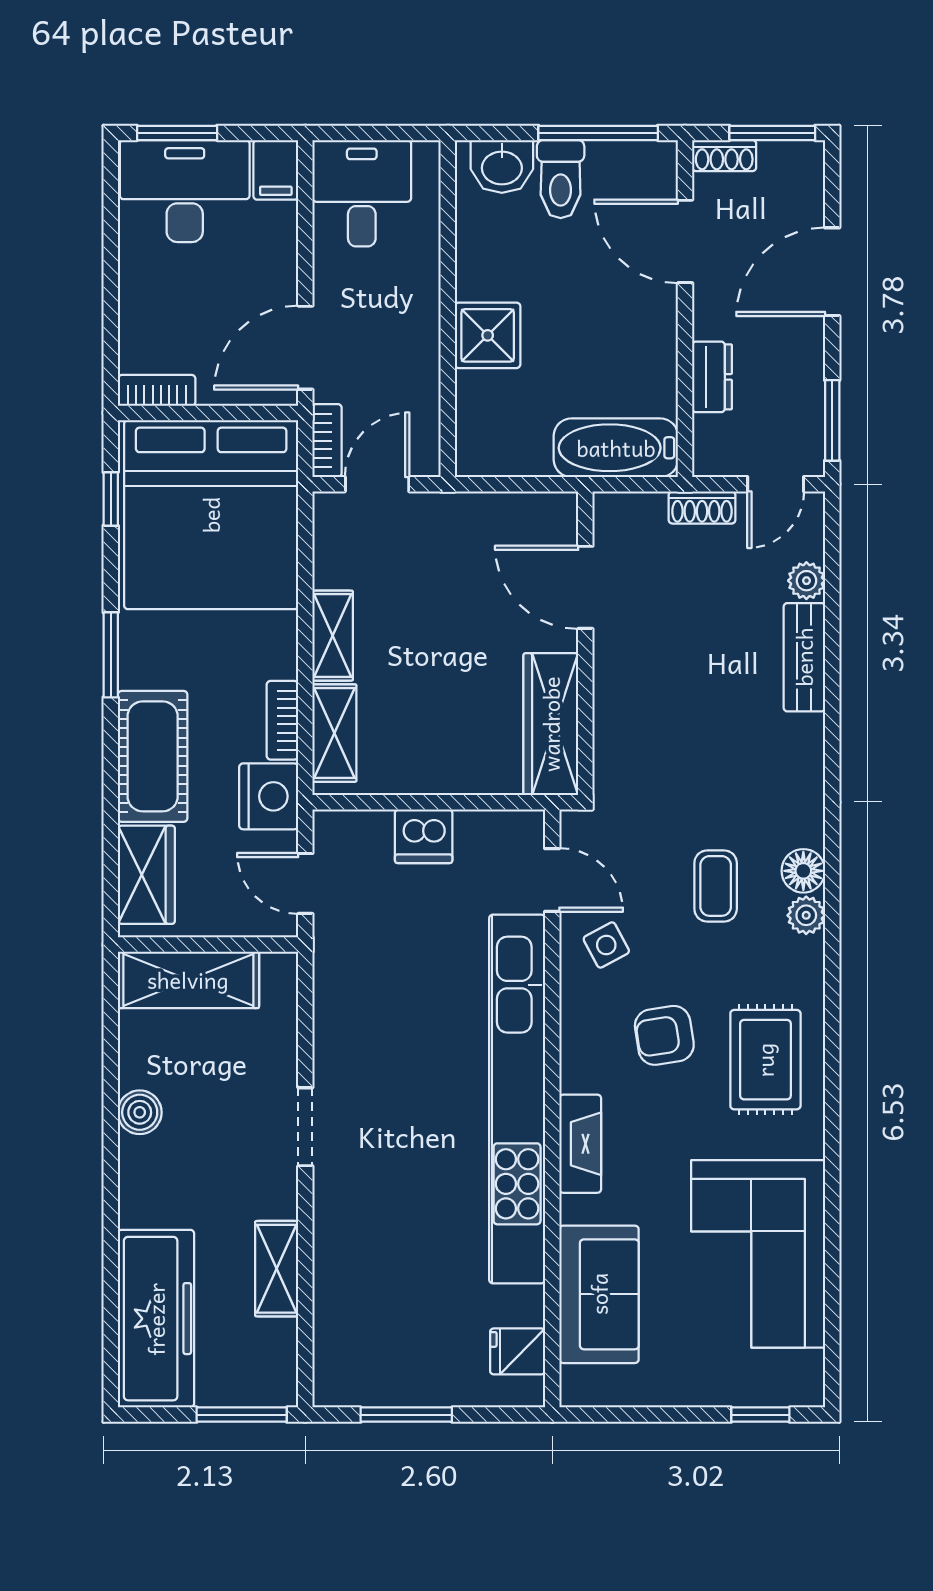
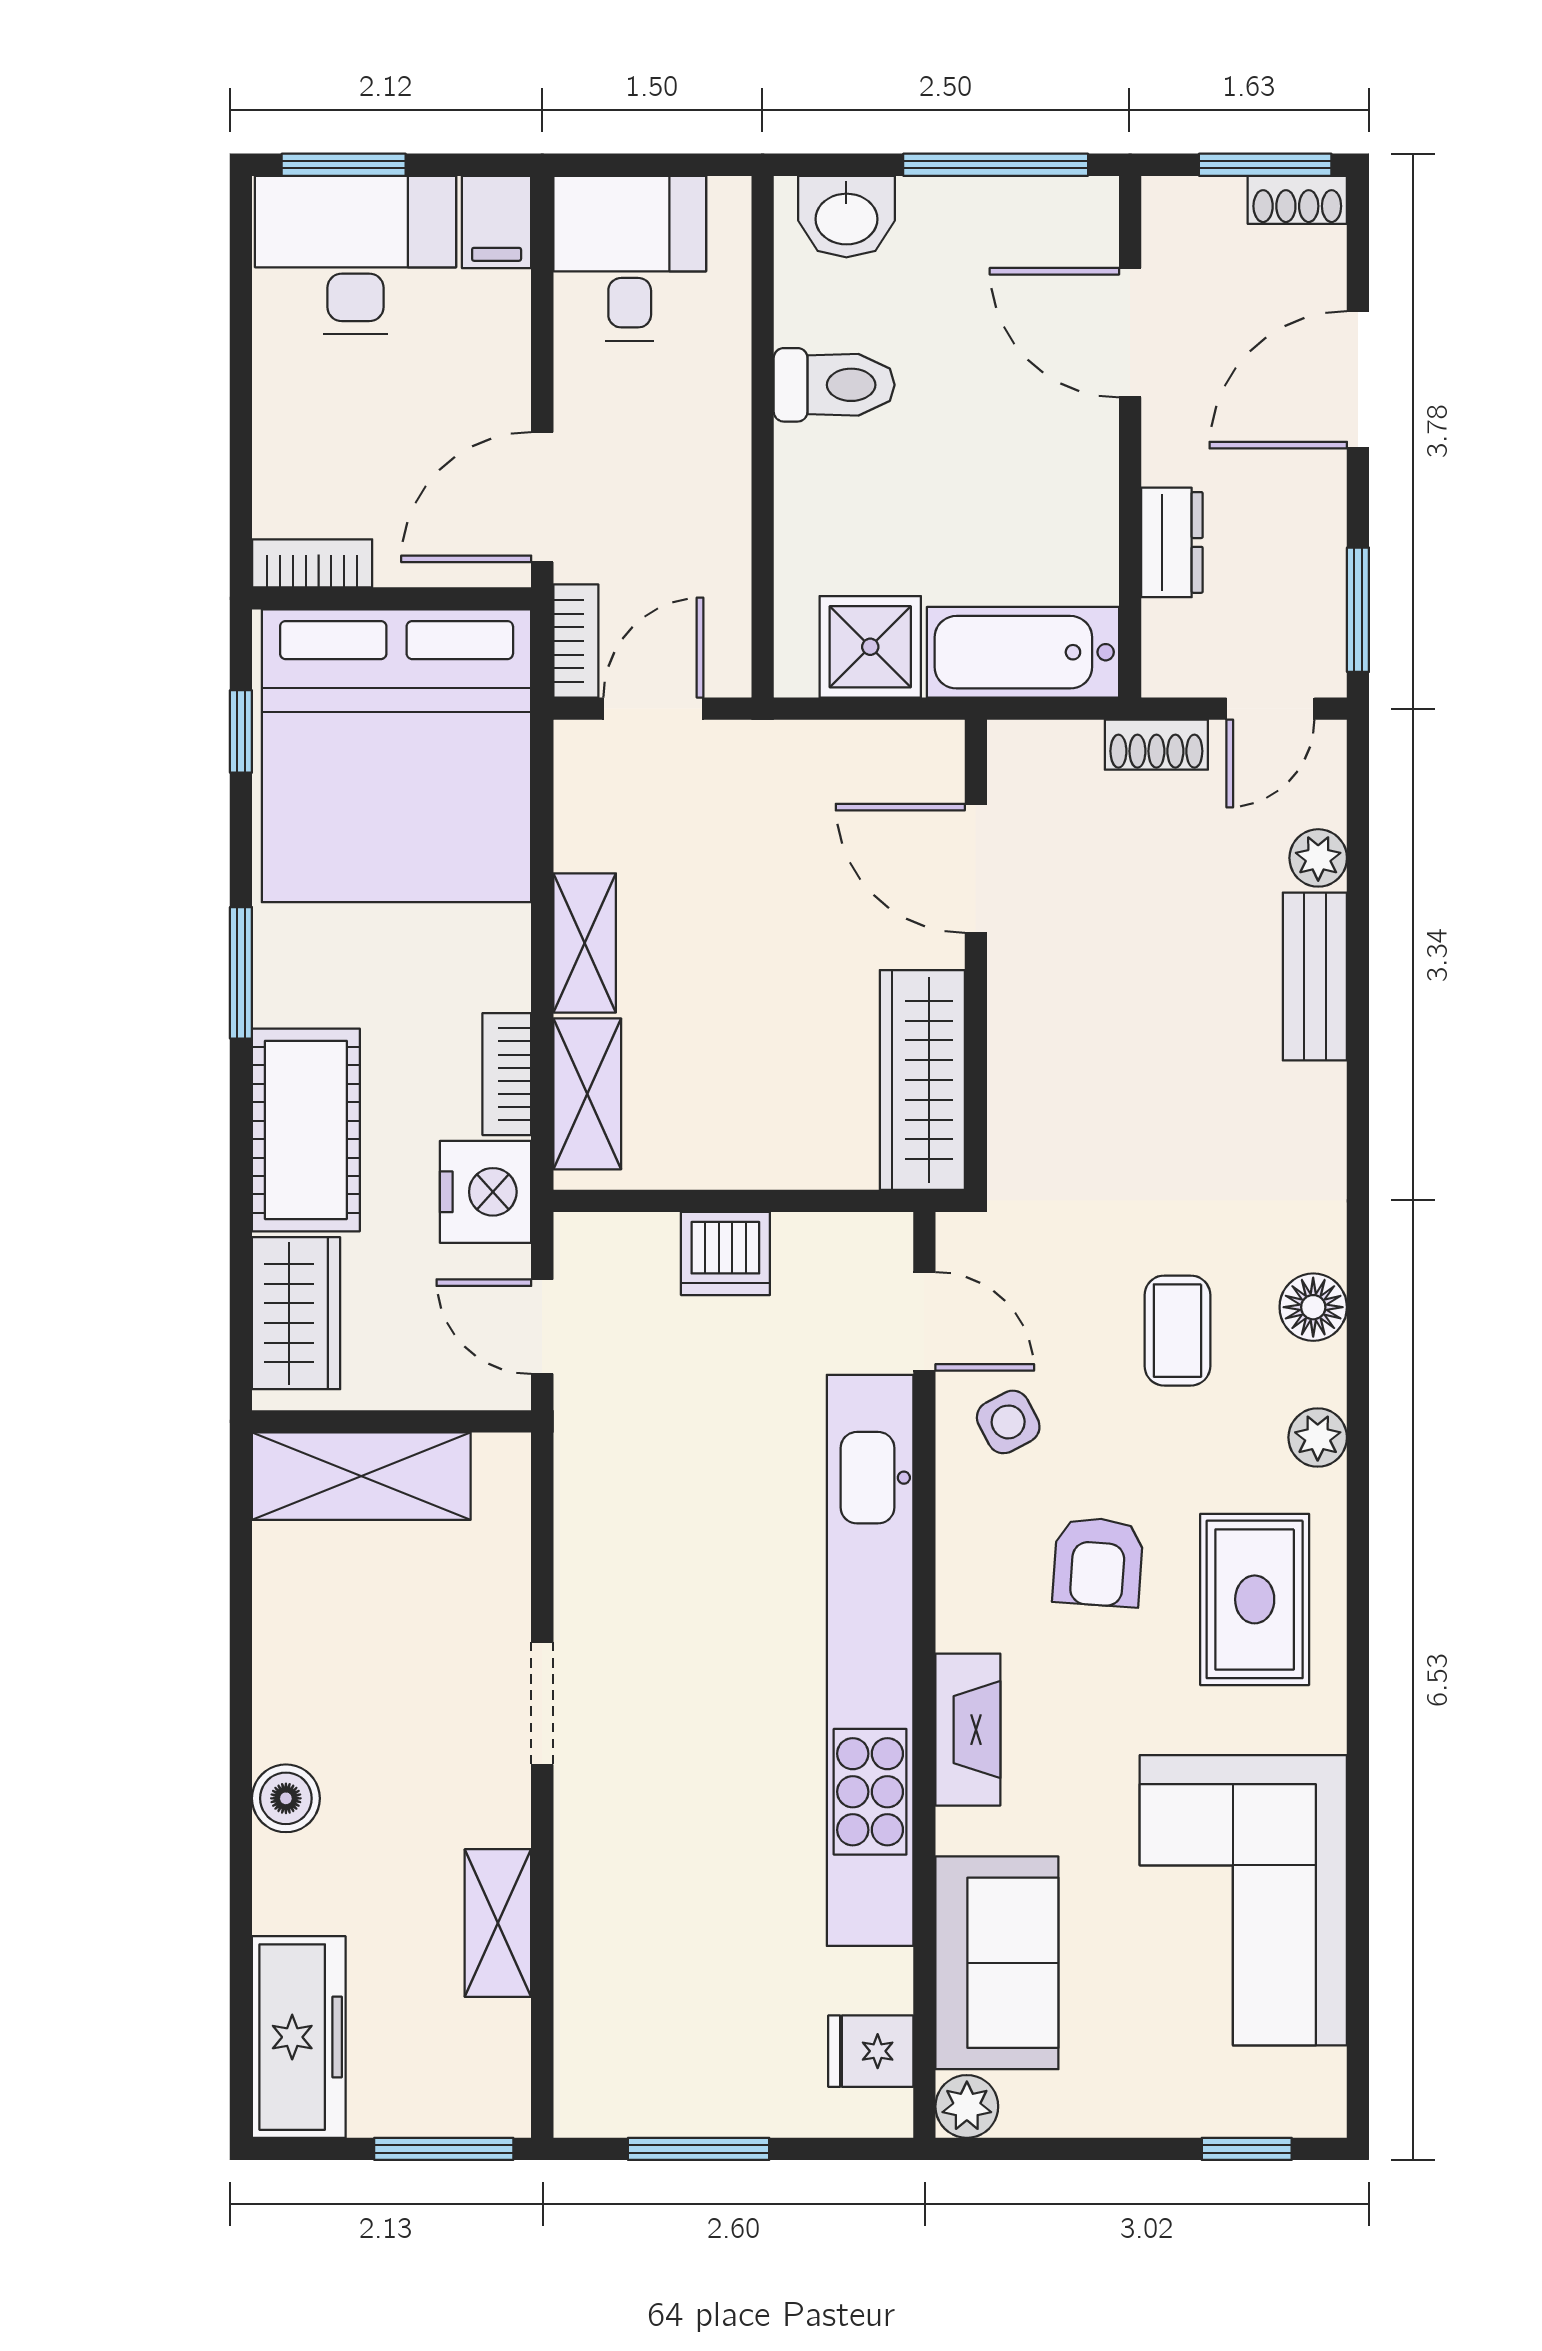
shoe rack: (724, 156) -> (1297, 200), moved
toilet: (561, 179) -> (834, 385), moved, turned -90
shower: (488, 335) -> (870, 647), moved
plant: (806, 915) -> (1318, 1437), moved
armchair: (664, 1035) -> (1098, 1562), turned -77
boiler: (140, 1112) -> (286, 1798), moved
freezer: (156, 1319) -> (299, 2037), width x0.73, depth x0.79
plant: (580, 1387) -> (967, 2106), added

